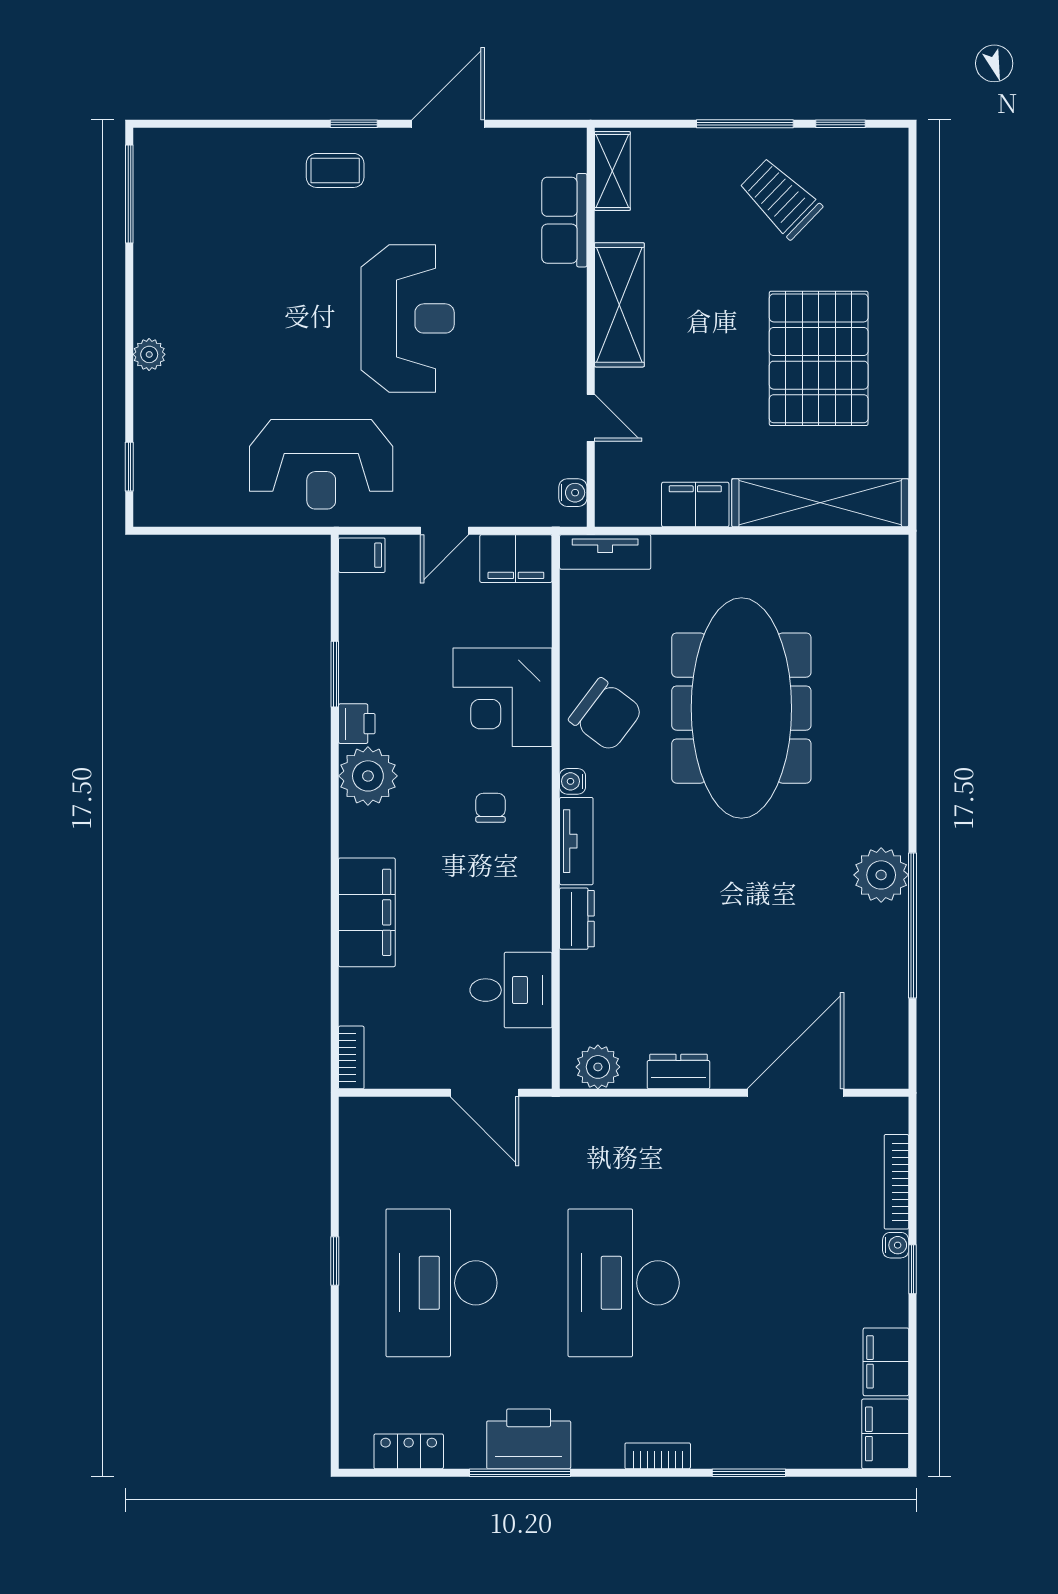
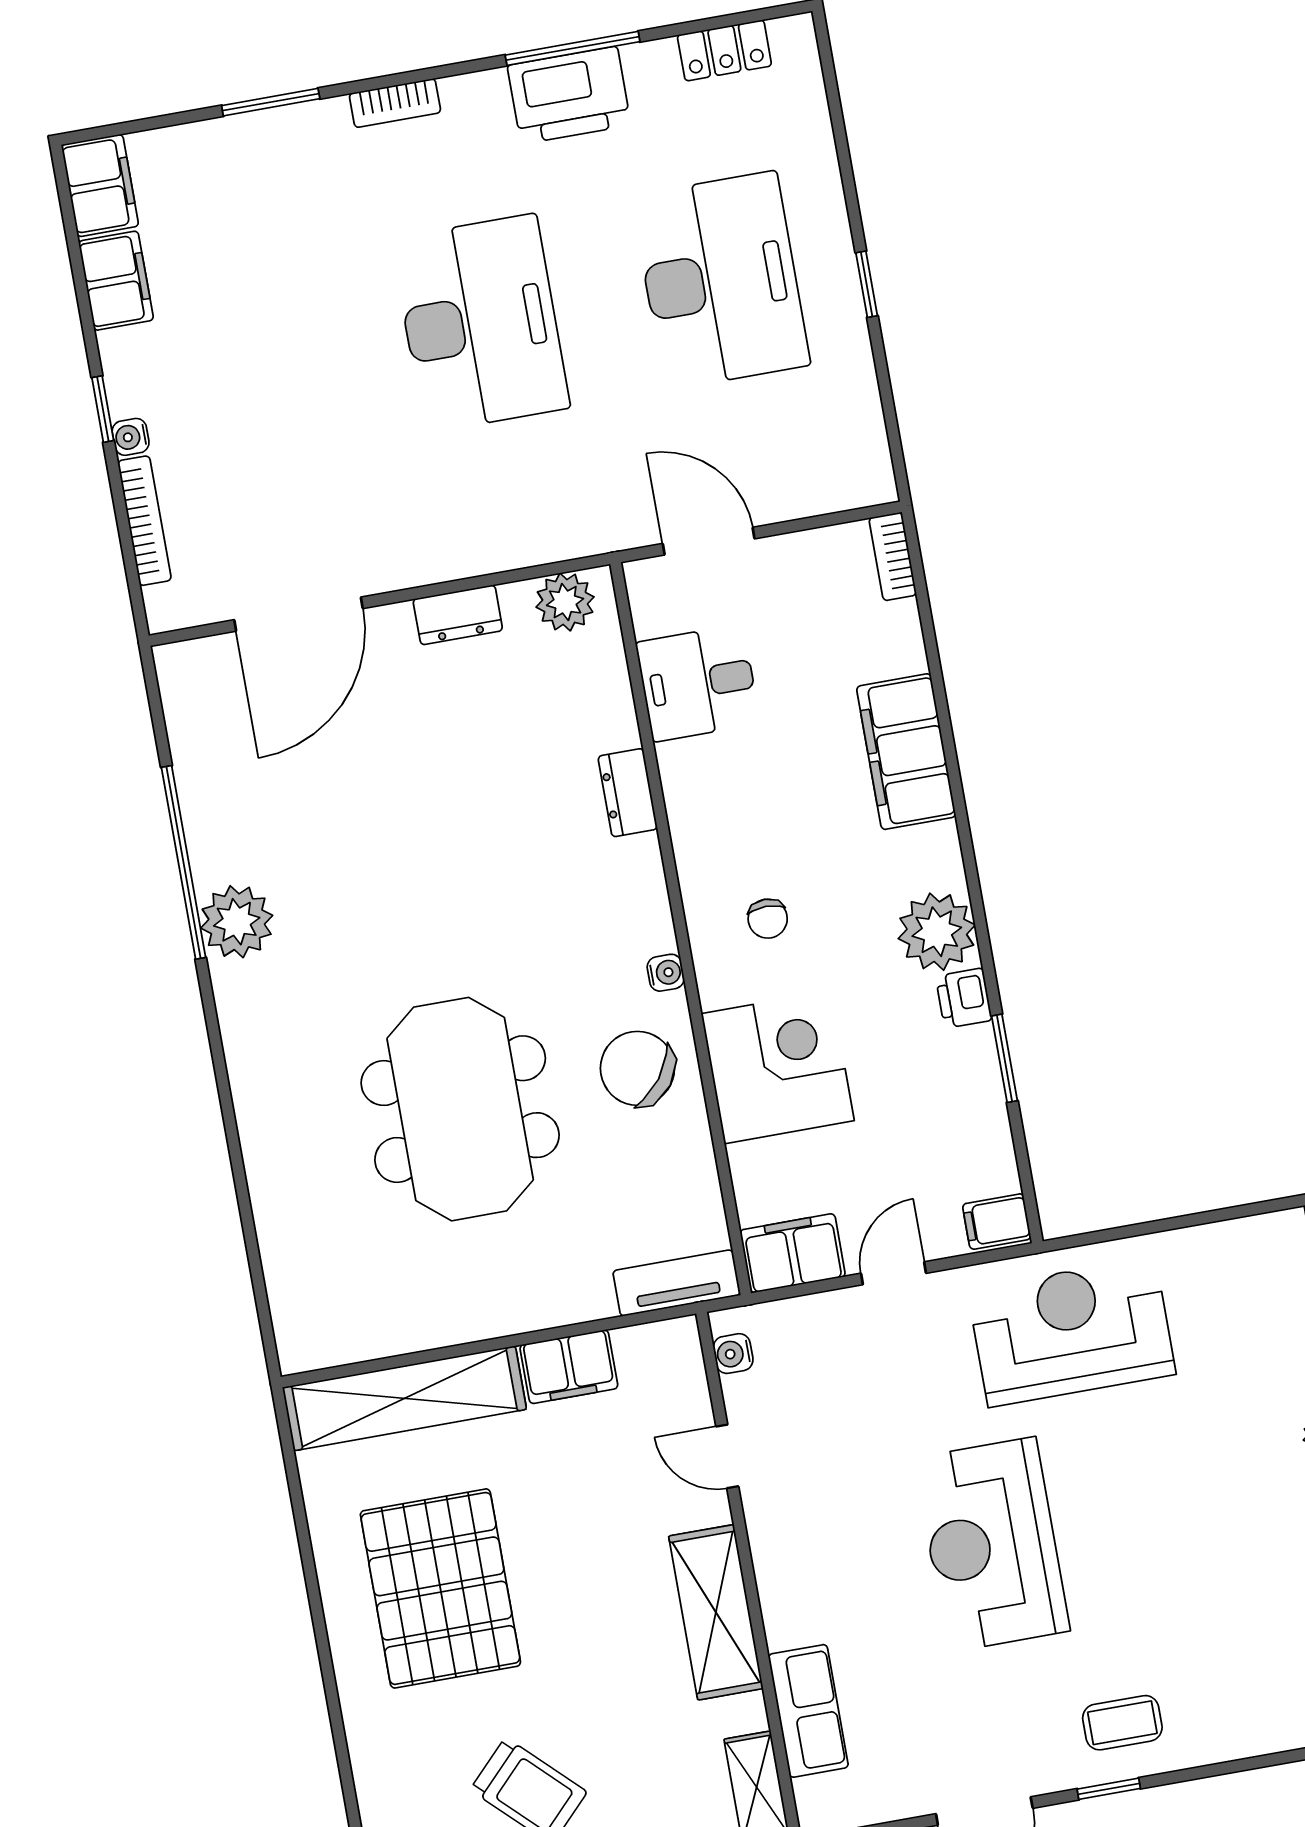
meeting table: (741, 708) -> (460, 1109), width x0.73
tv unit: (576, 841) -> (647, 895), removed

